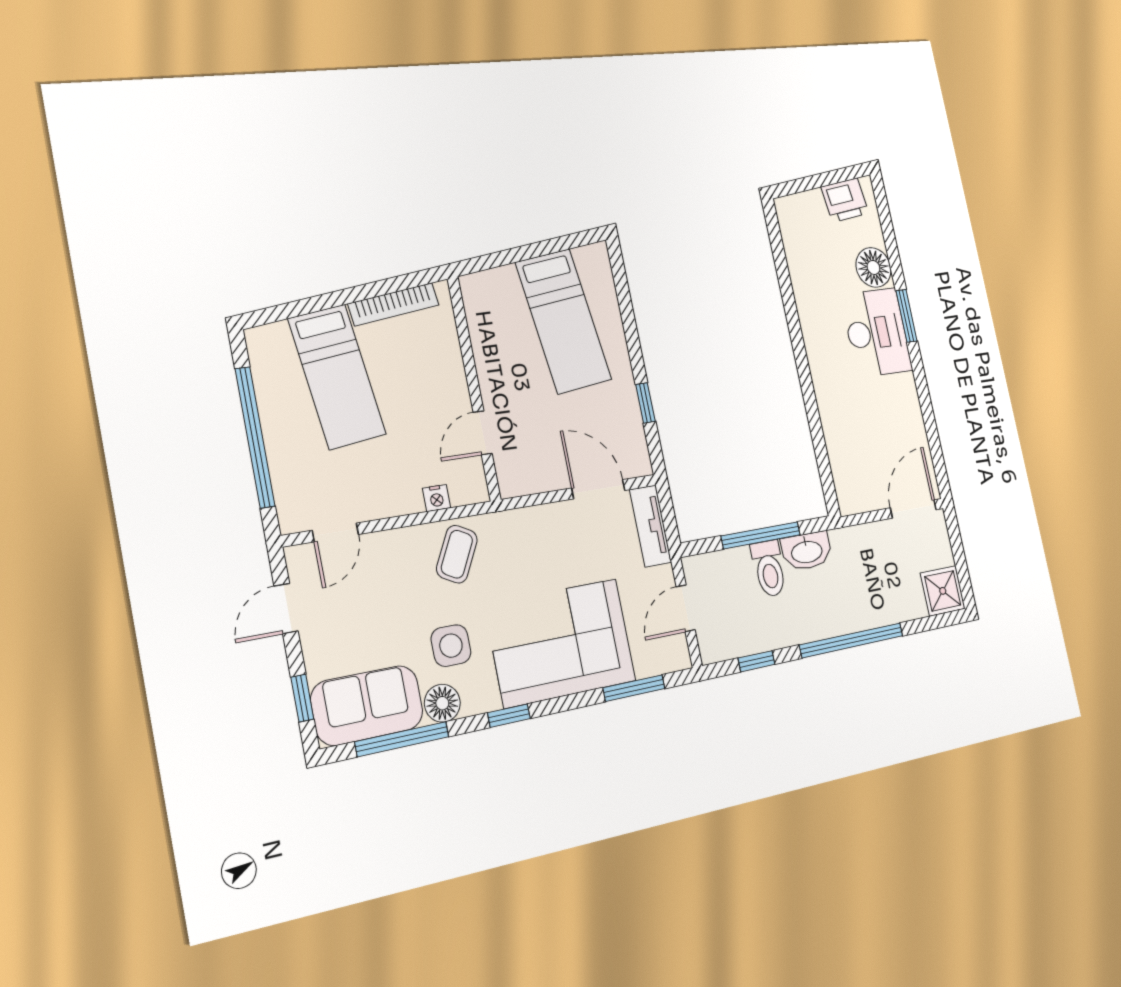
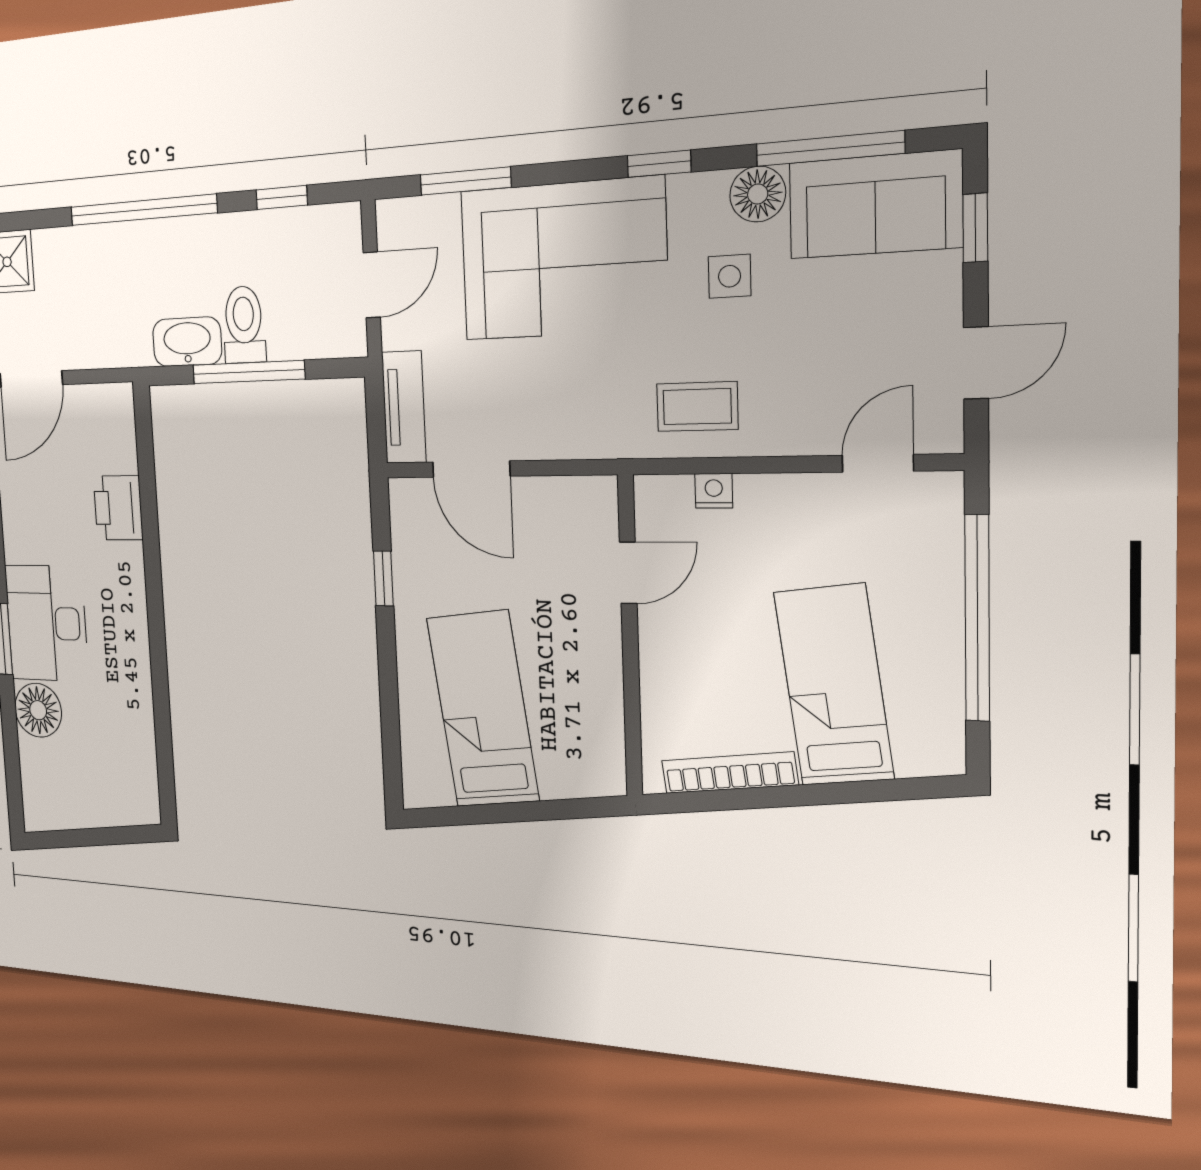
printer: (845, 200) -> (118, 508), moved, turned -83
coffee table: (457, 554) -> (697, 407), turned 62
side table: (451, 646) -> (730, 276), width x0.73, depth x0.73

